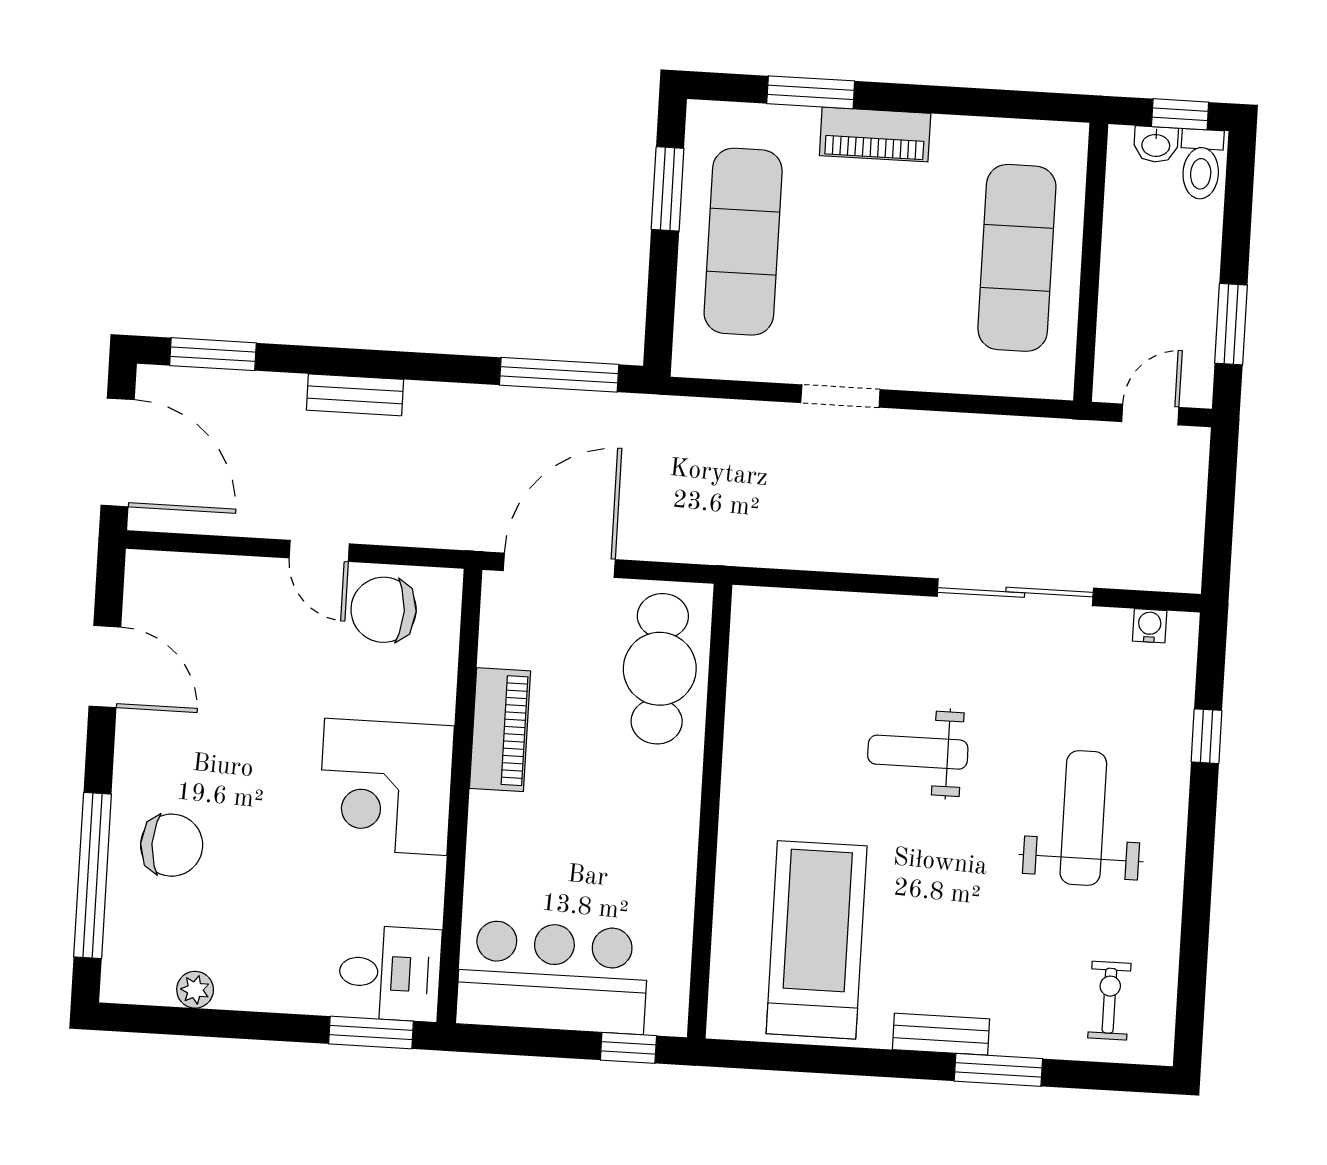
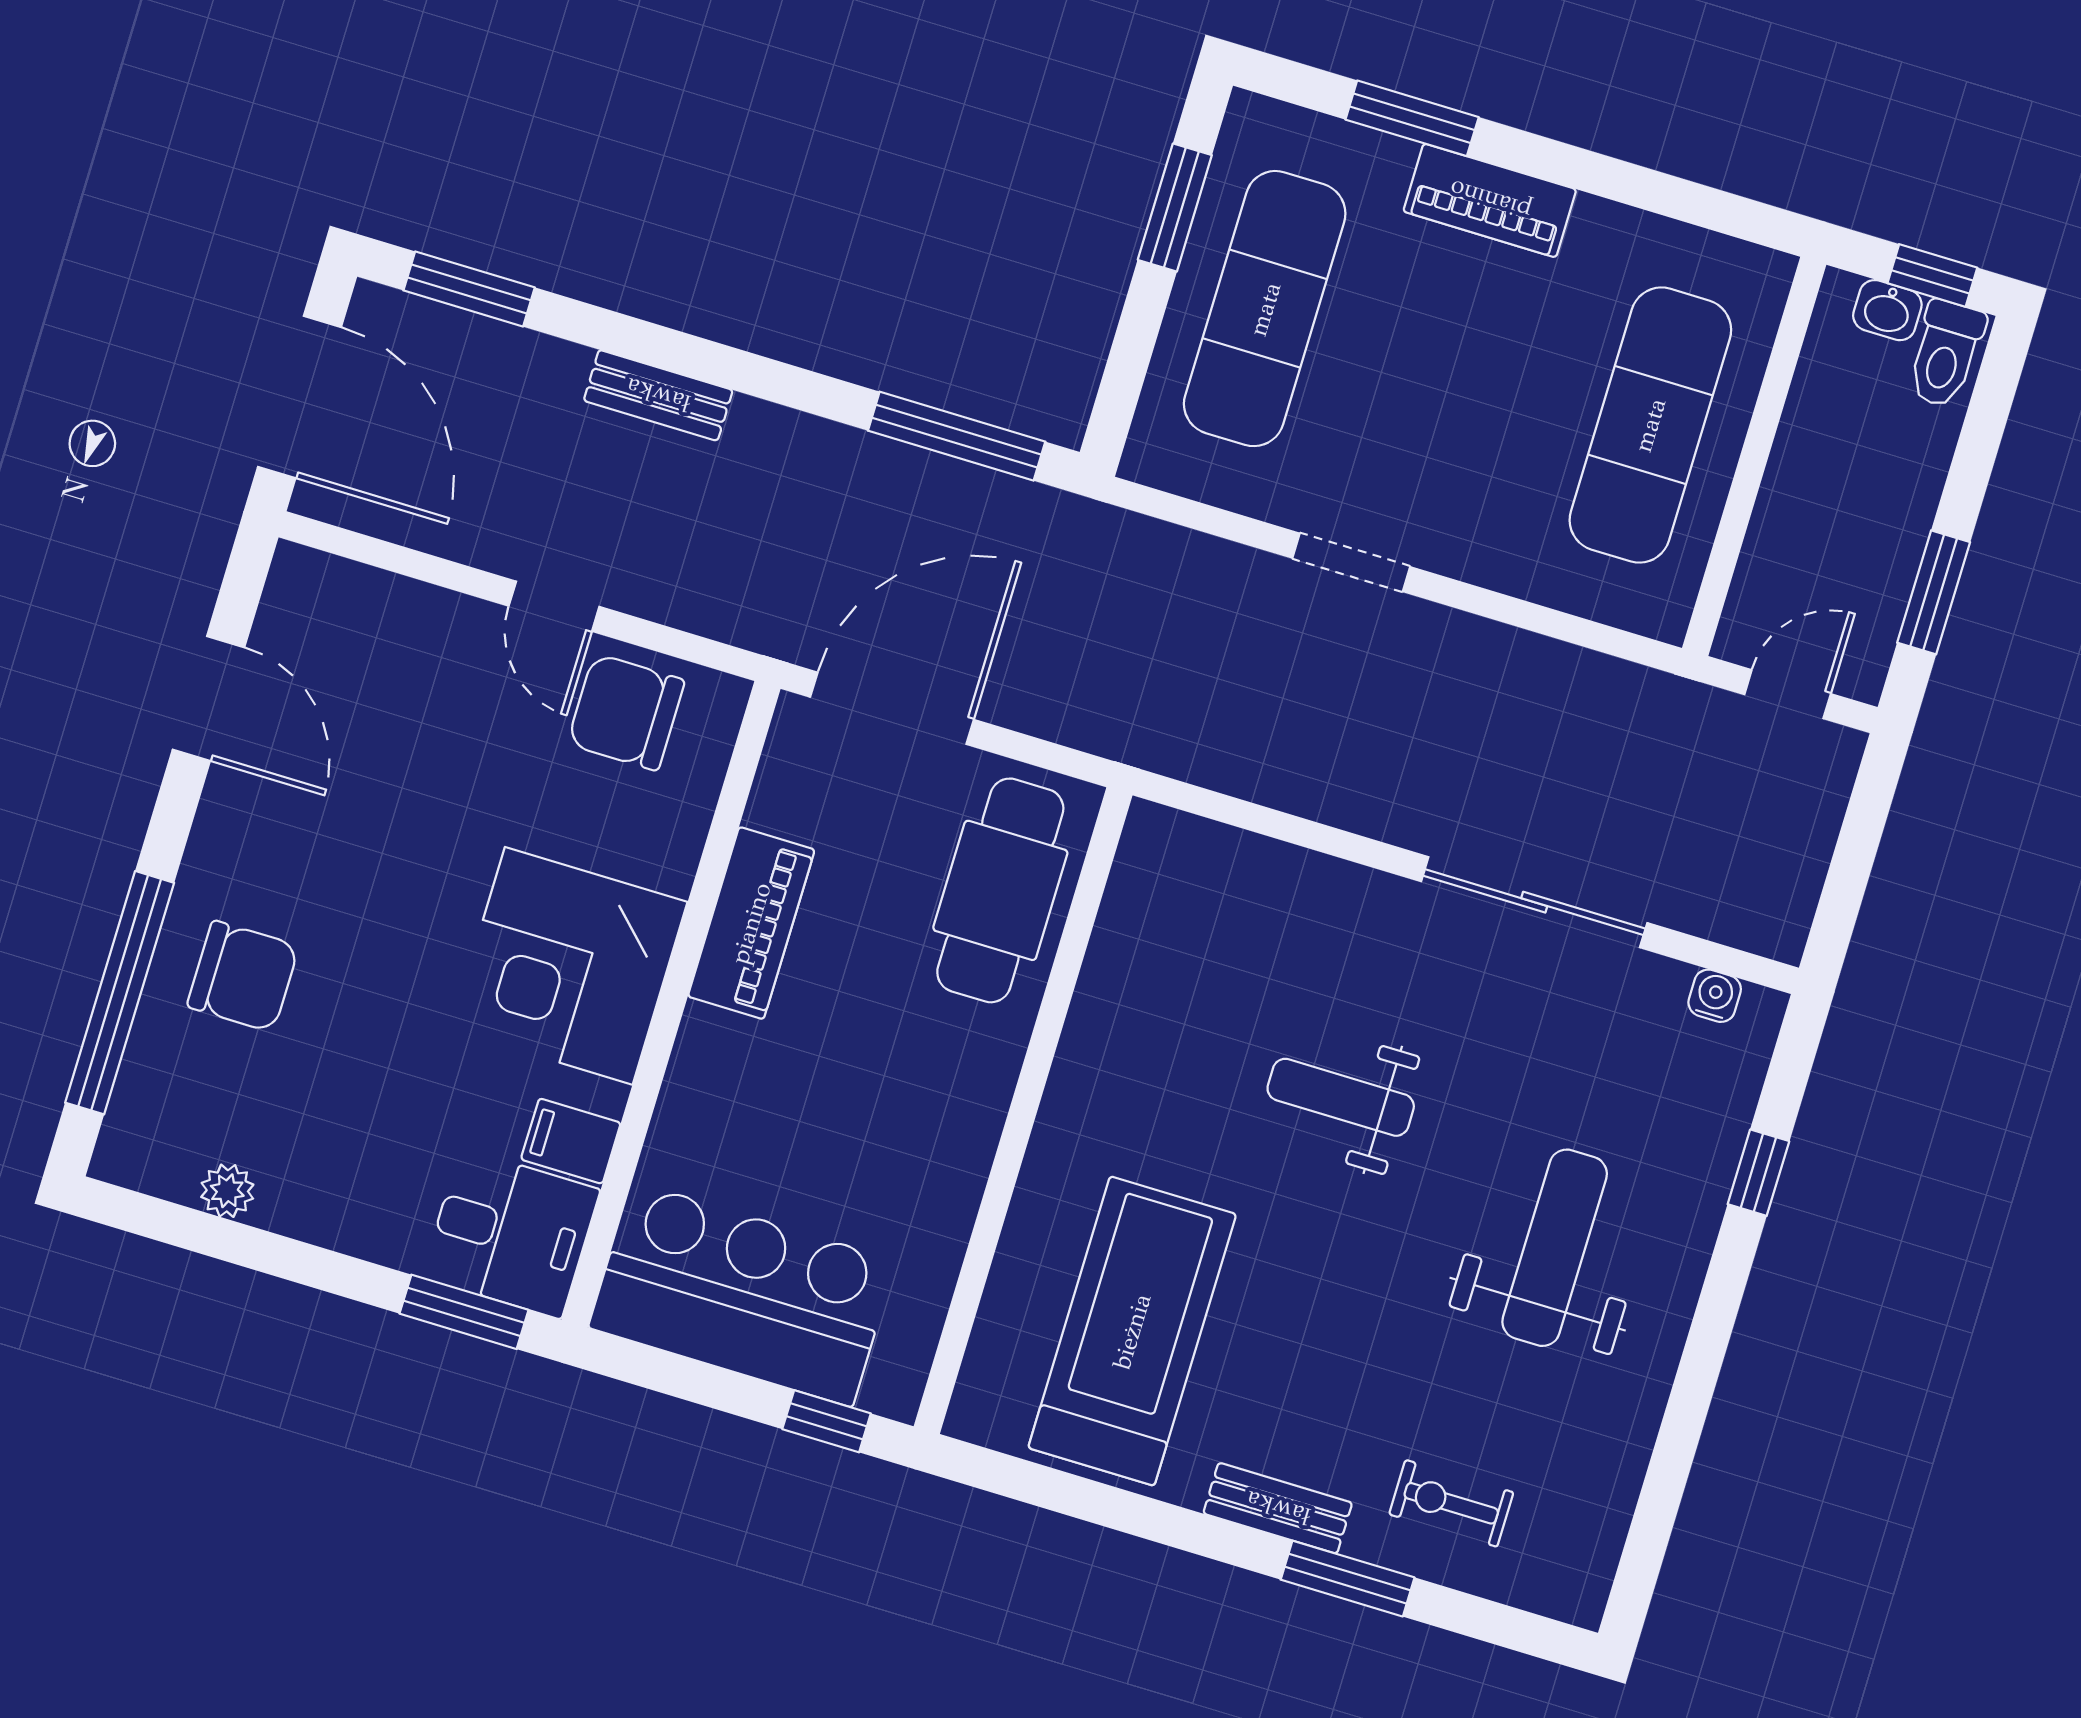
filing cabinet: (415, 903) -> (571, 1141), added
exercise bike: (1109, 1001) -> (1451, 1503), moved, turned -90

